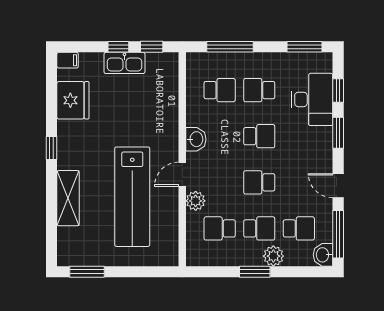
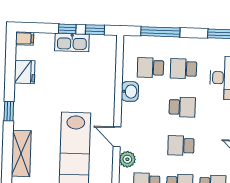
school desk: (220, 90) -> (150, 68), turned 180
fridge: (73, 100) -> (25, 72), width x0.73, depth x0.75
washbasin: (196, 139) -> (130, 91), moved
door: (182, 174) -> (117, 137), hinge flipped

